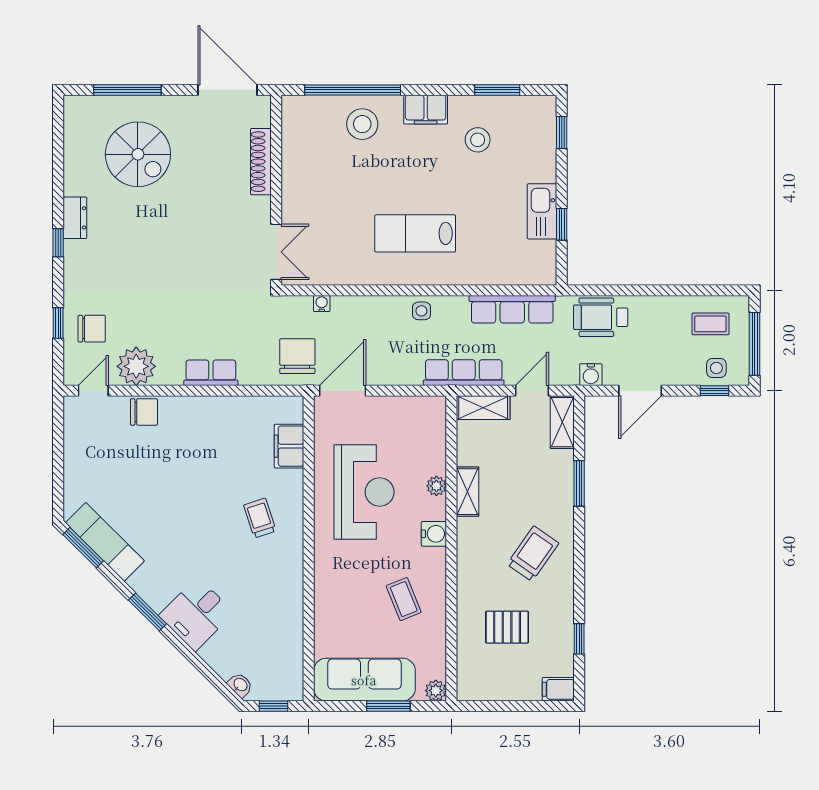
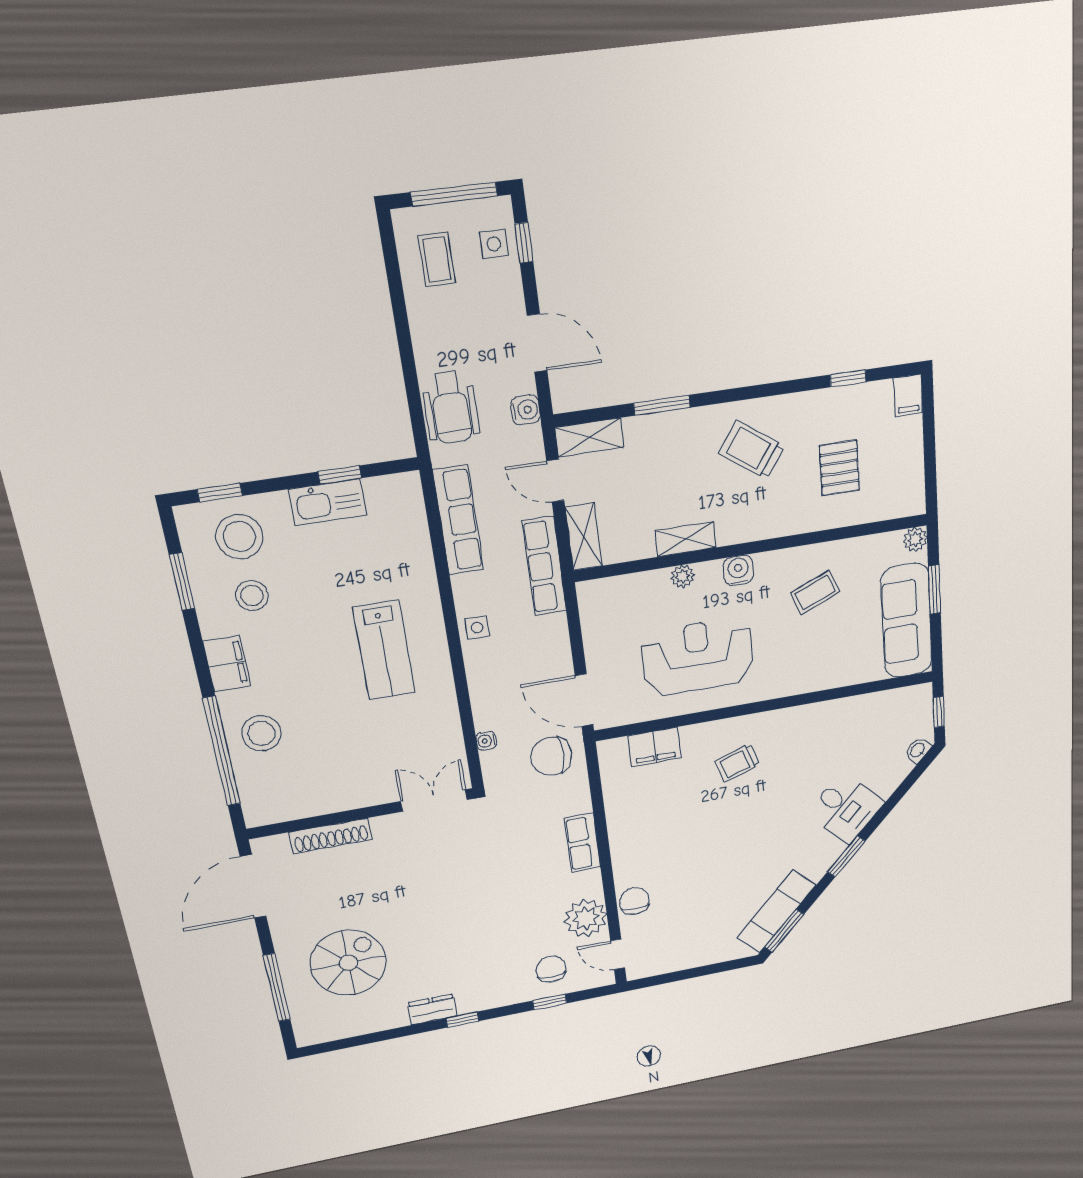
stool: (526, 140) -> (239, 537), added

